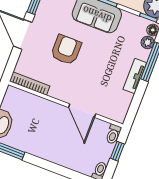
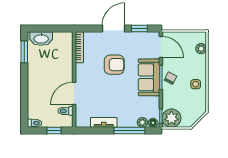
tv unit: (135, 76) -> (104, 122), moved
toilet: (113, 134) -> (65, 111), moved

